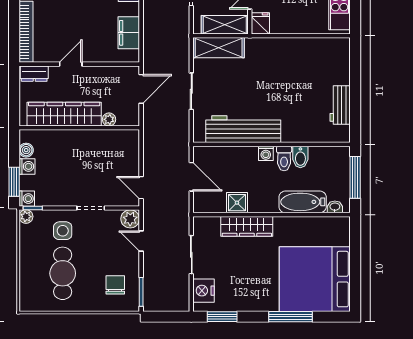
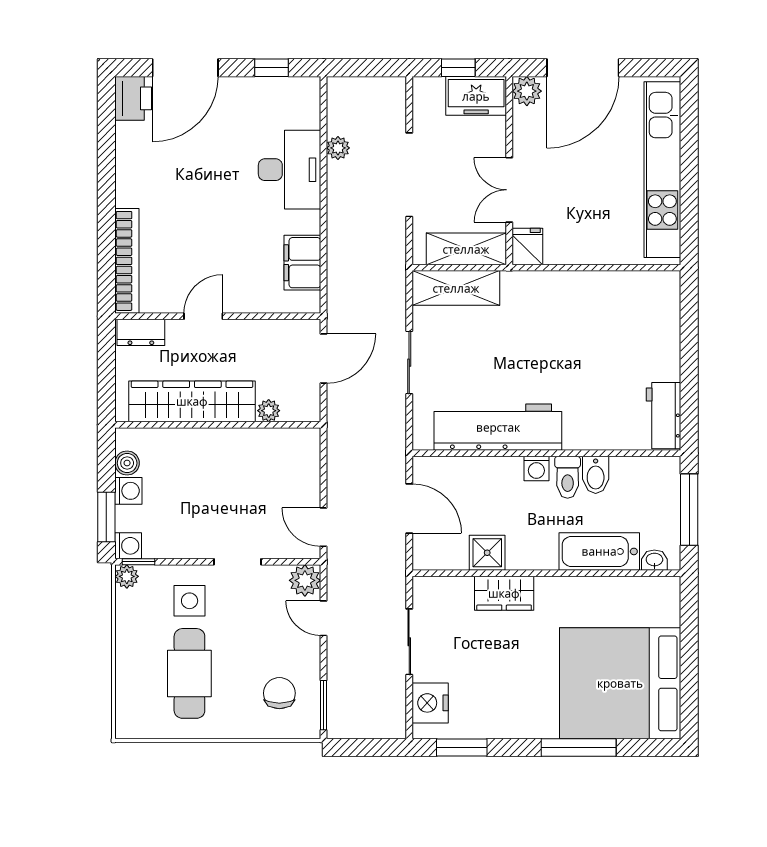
workbench: (340, 105) -> (663, 416), moved
wardrobe: (247, 226) -> (504, 593), width x0.67

